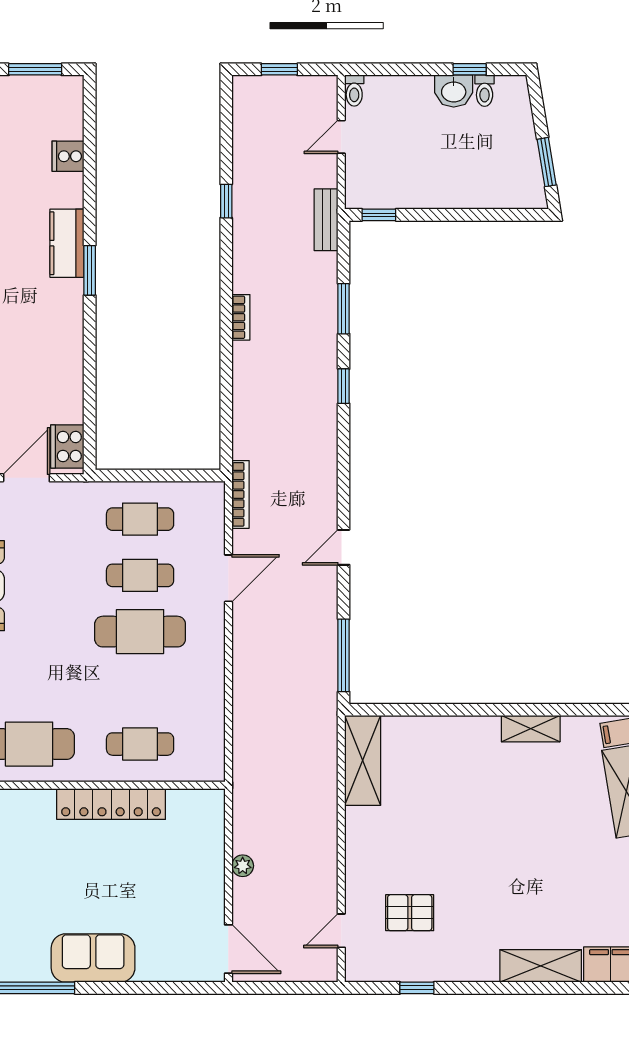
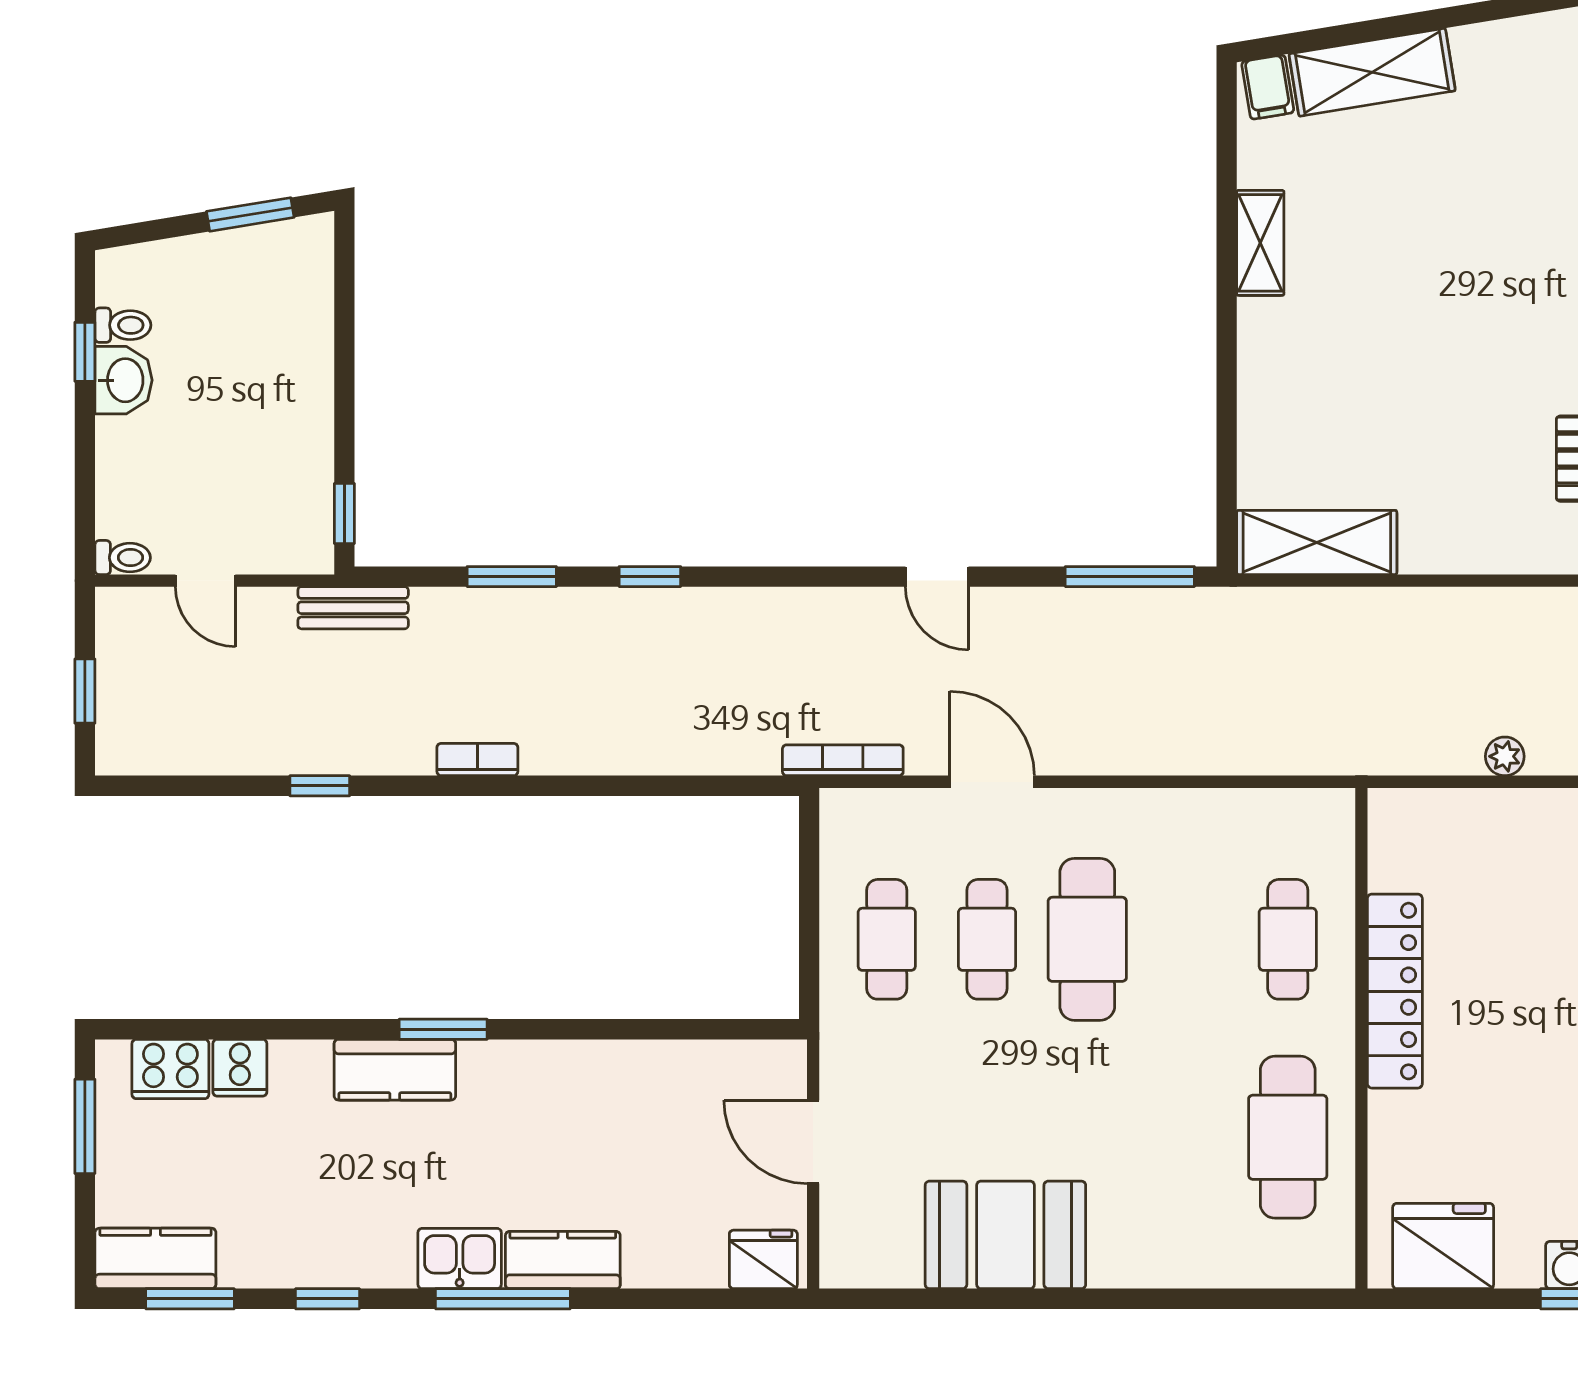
bookcase: (241, 317) -> (477, 760), moved
cooker: (67, 446) -> (170, 1069), moved

